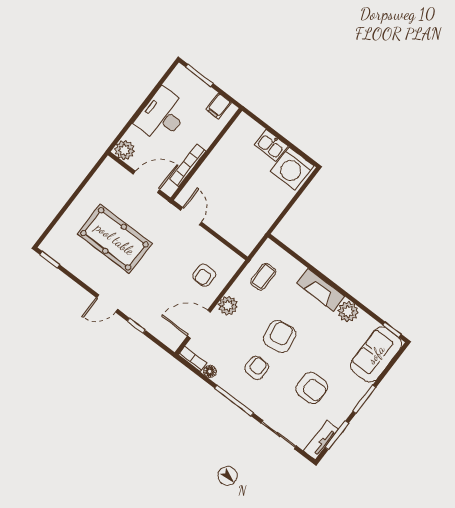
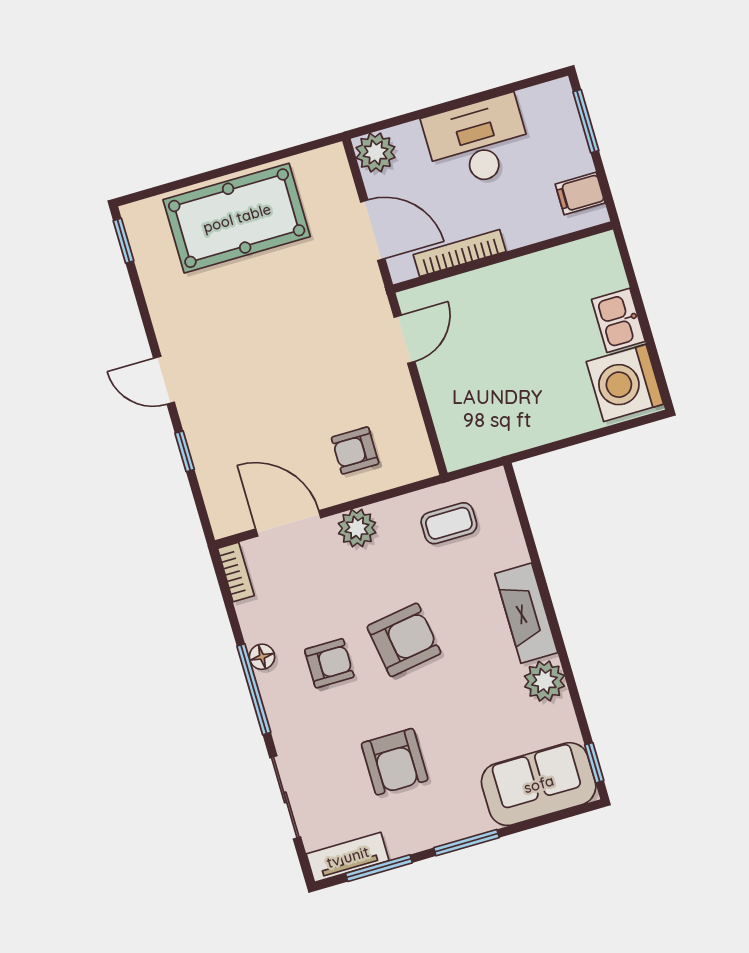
pool table: (115, 239) -> (237, 218), moved, turned 90
floor lamp: (210, 371) -> (262, 657), moved

